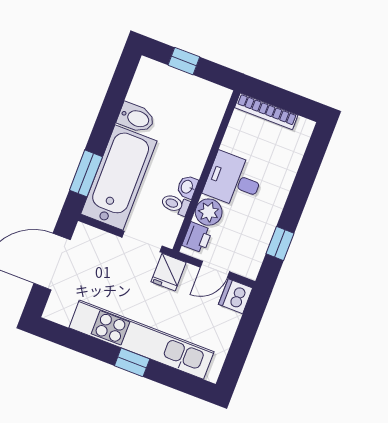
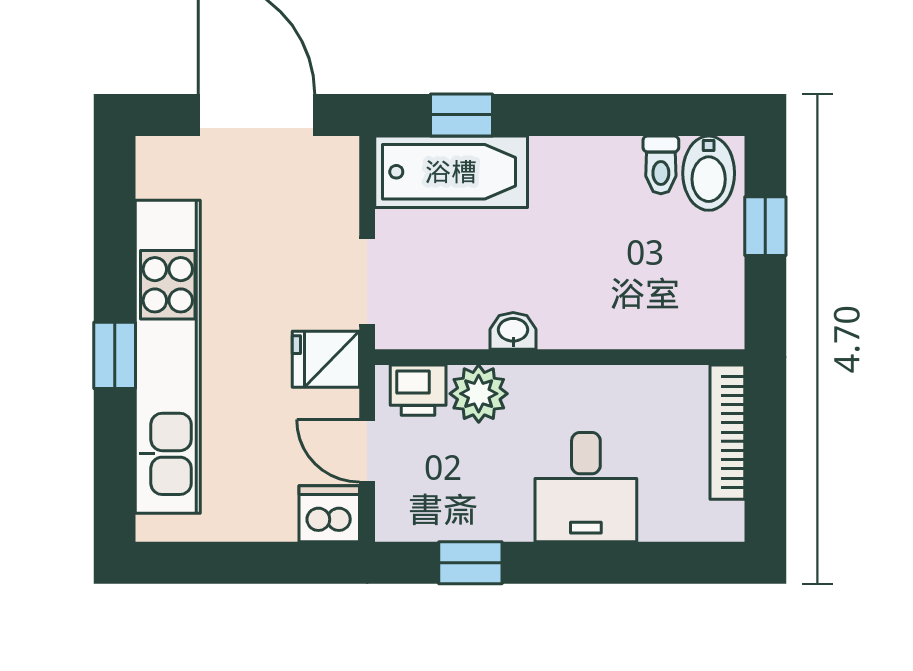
bidet: (136, 118) -> (709, 173), moved
window: (86, 173) -> (461, 115), width x0.67
bathtub: (119, 177) -> (451, 172), width x0.73, depth x0.73
desk: (234, 180) -> (586, 487), moved, turned 180
toilet: (175, 204) -> (661, 165), moved, turned 180

